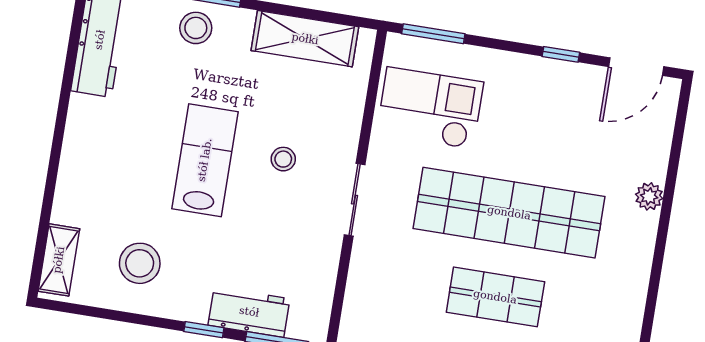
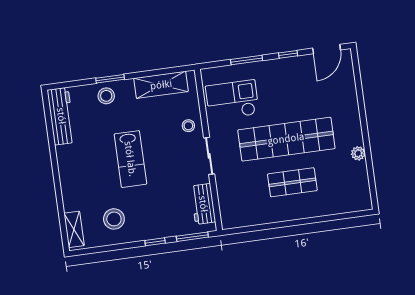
window: (433, 34) -> (247, 60), moved
stool: (283, 159) -> (188, 126), moved
lab bench: (205, 160) -> (130, 159), turned 180
plant: (649, 196) -> (358, 153), moved
workbench: (249, 312) -> (203, 204), moved, turned -90

